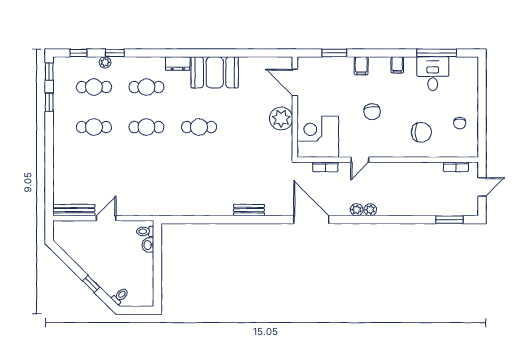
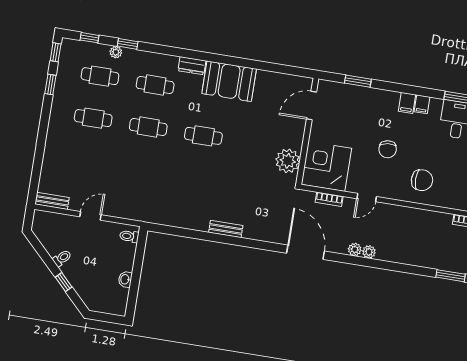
filing cabinet: (361, 66) -> (407, 103), moved
door: (295, 82) -> (312, 105), hinge flipped
plant: (281, 119) -> (288, 161), moved
chair: (421, 132) -> (422, 180), moved
bench: (74, 210) -> (52, 201), width x0.73
bench: (249, 210) -> (226, 229), moved
washbasin: (148, 245) -> (125, 279), moved
toilet: (120, 296) -> (62, 258), moved

